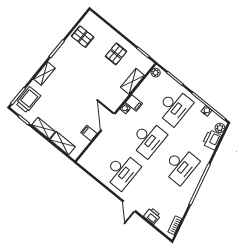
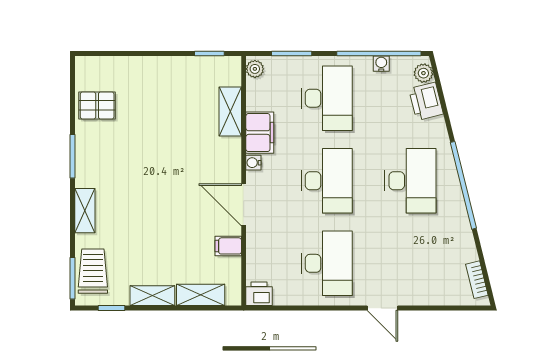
pallet: (116, 54) -> (170, 90), removed
filing cabinet: (134, 103) -> (260, 133), width x2.00
printer: (152, 216) -> (259, 294), moved

